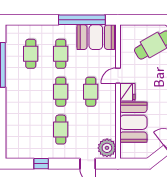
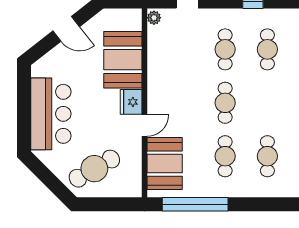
booth: (96, 37) -> (165, 164), moved, turned 90
cafe table: (91, 92) -> (267, 49), moved
plant: (107, 148) -> (154, 18), width x0.53, depth x0.53

